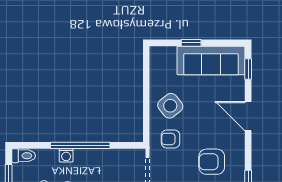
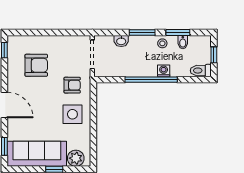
plant: (166, 55) -> (76, 158), added
side table: (170, 106) -> (72, 114), turned 38

